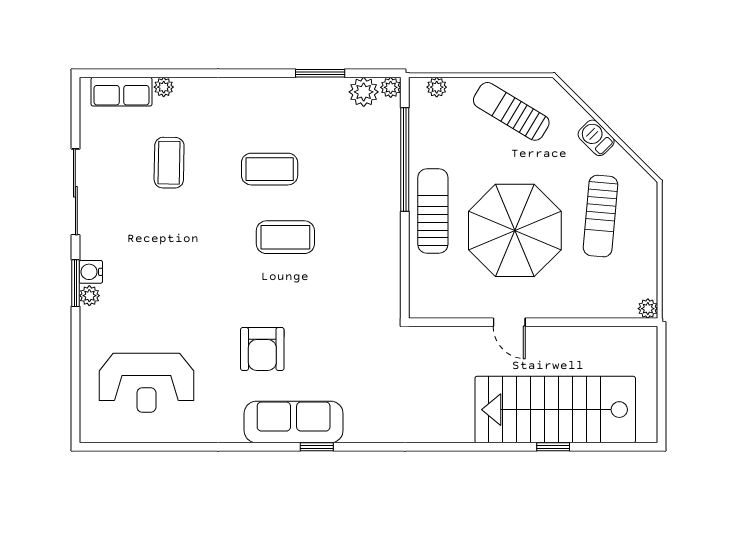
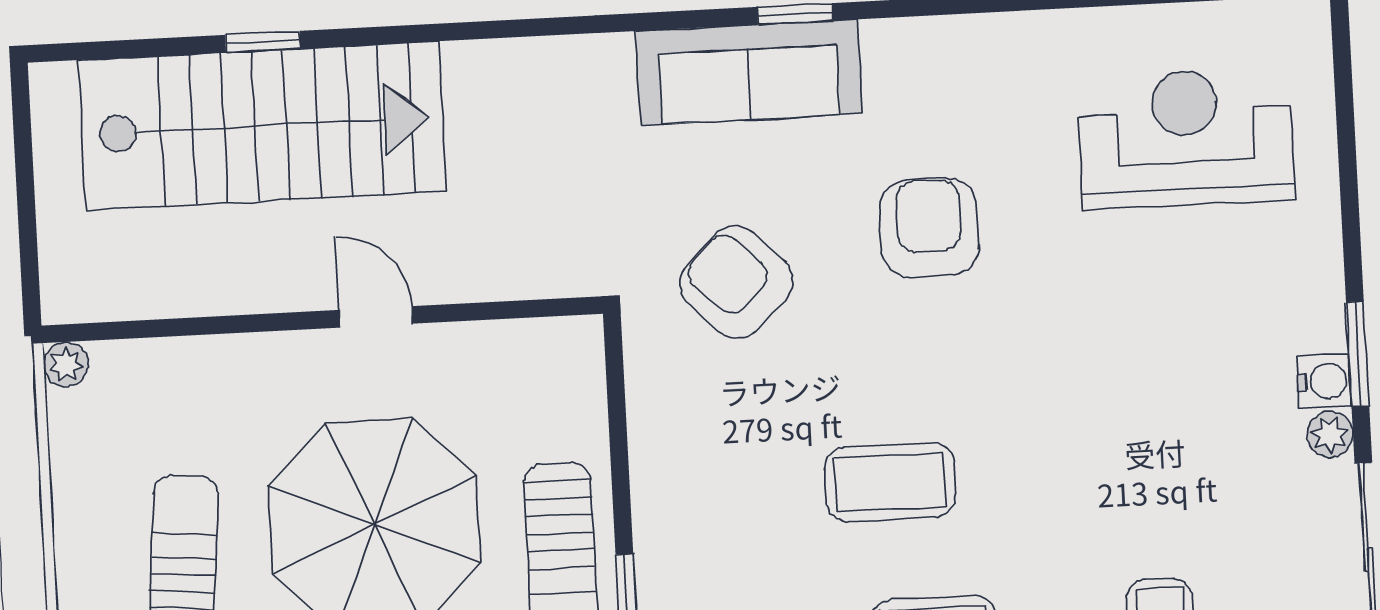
plant: (89, 296) -> (1330, 435), moved
armchair: (349, 329) -> (736, 282), added
sofa: (294, 422) -> (749, 72), moved

